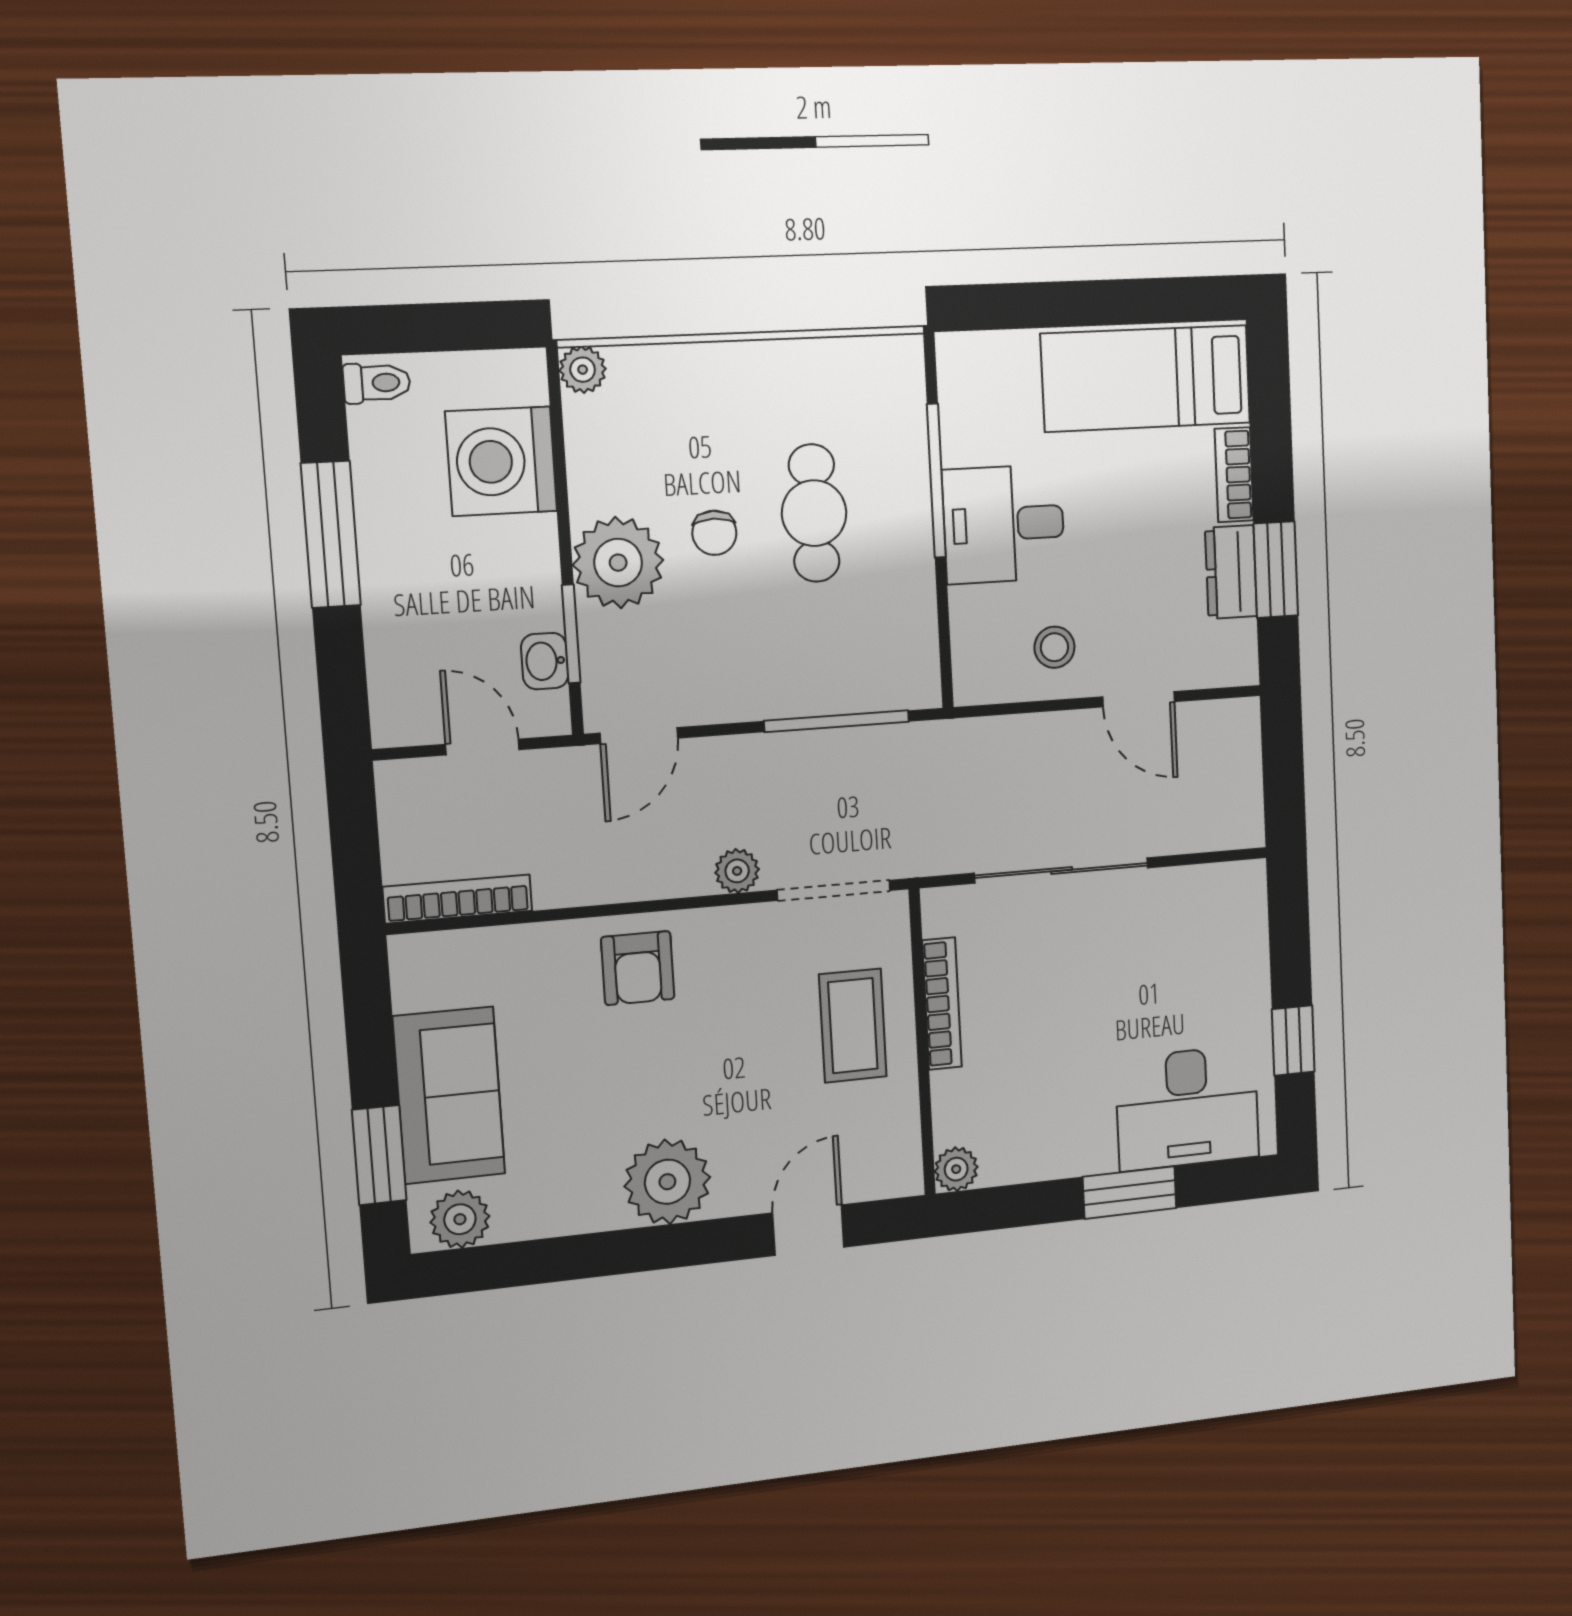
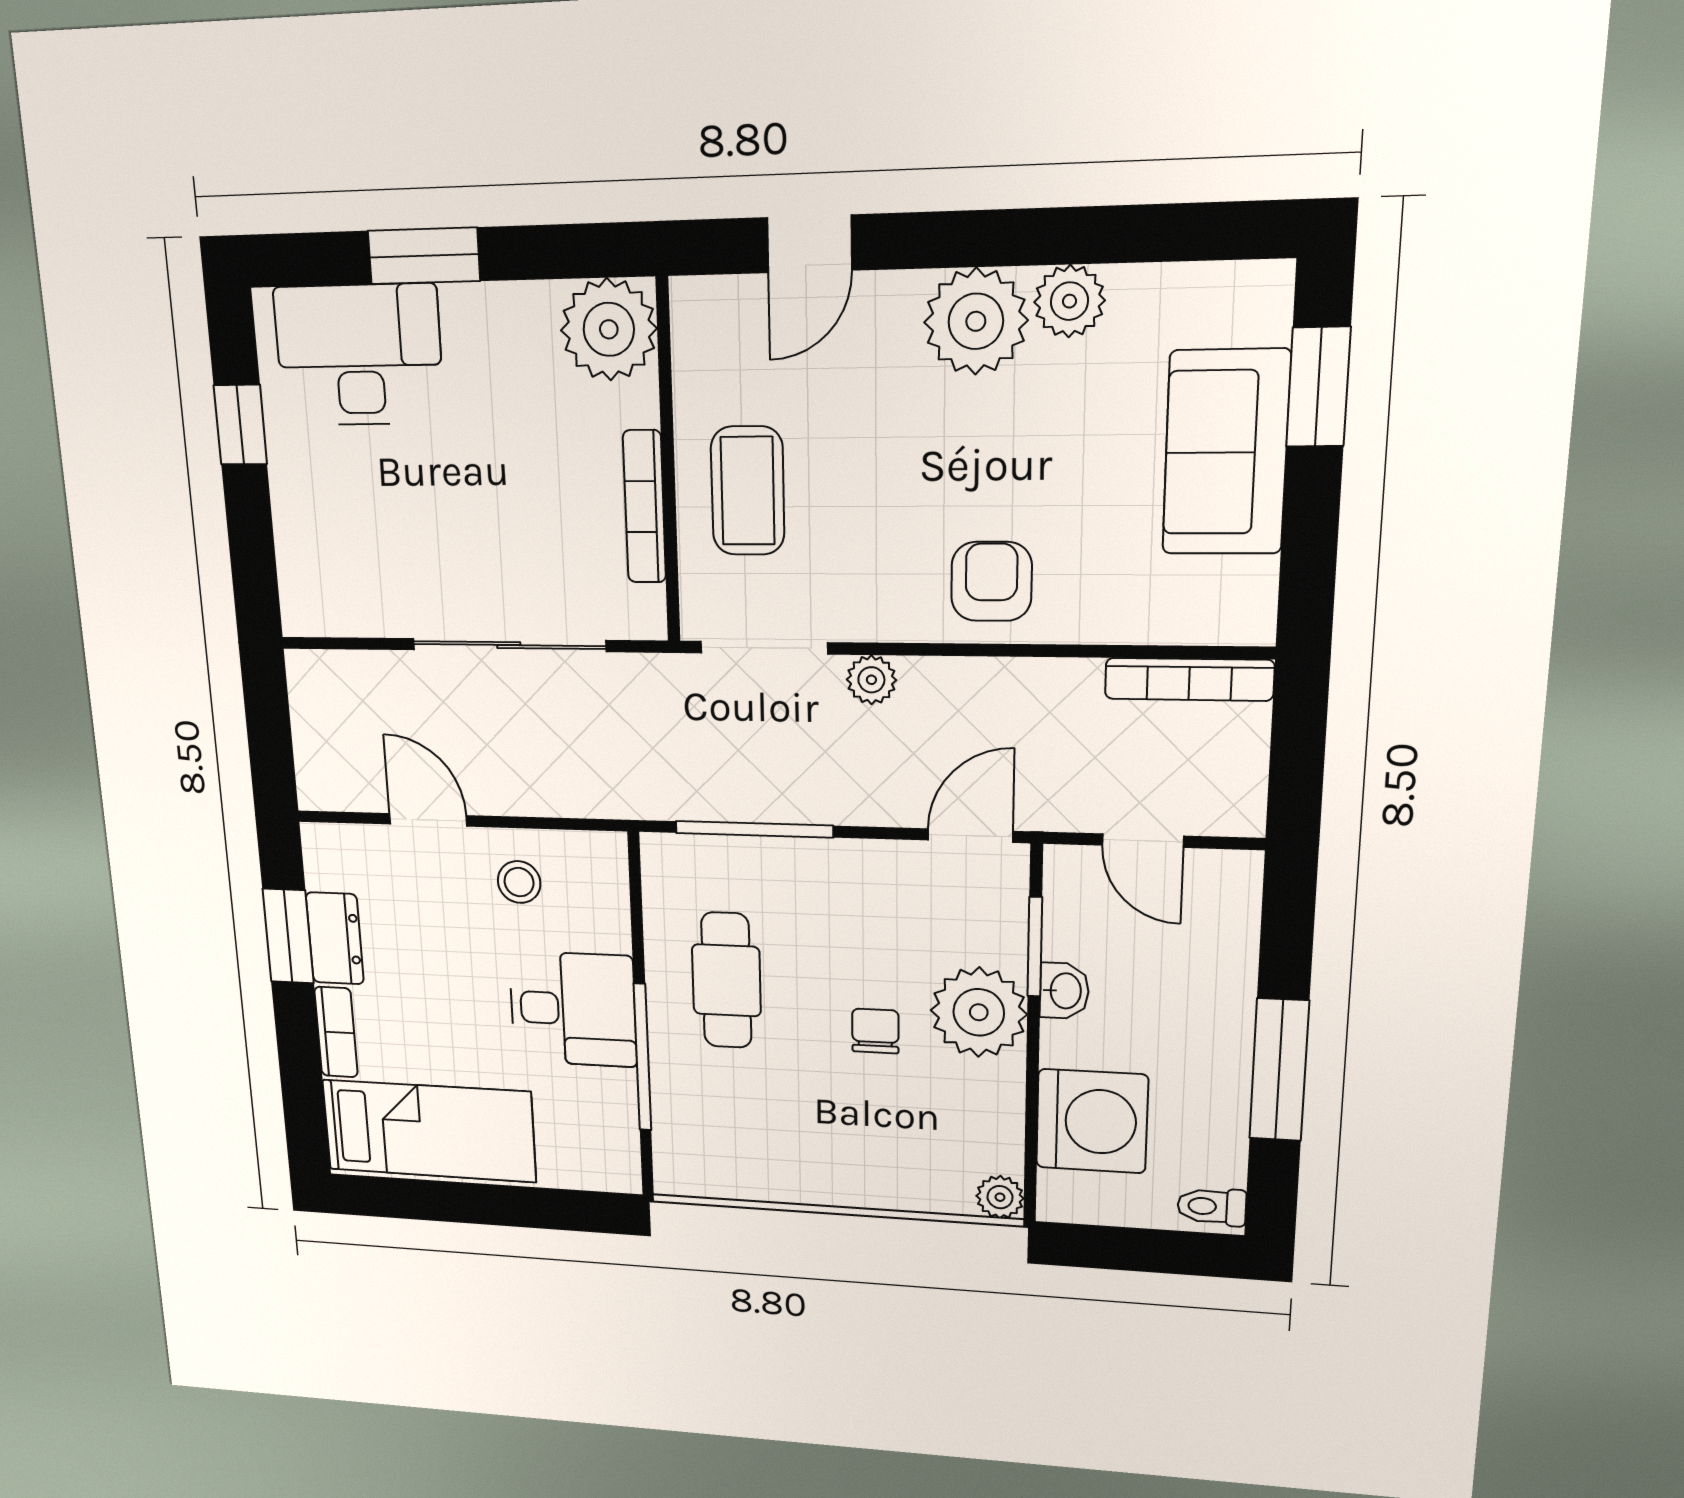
cafe table: (814, 513) -> (726, 980), moved
washbasin: (545, 661) -> (1064, 991), moved
plant: (956, 1169) -> (609, 329), width x1.87, depth x1.87
plant: (460, 1219) -> (1069, 301), moved

